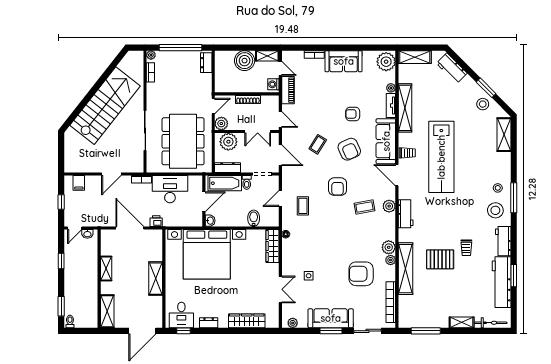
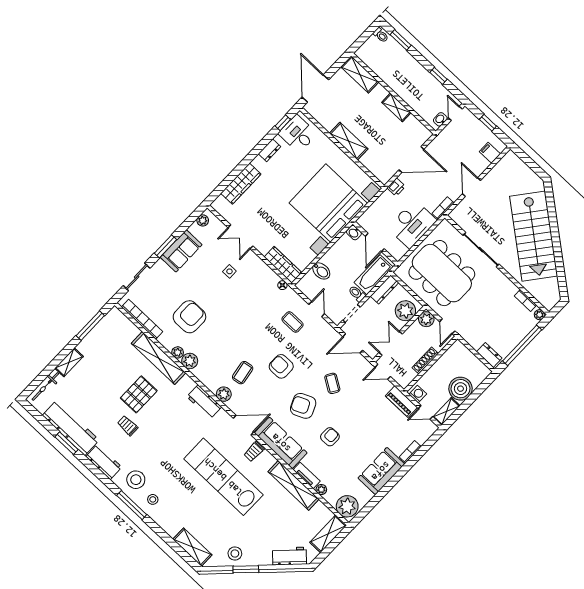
sofa: (331, 318) -> (181, 251), width x0.73

